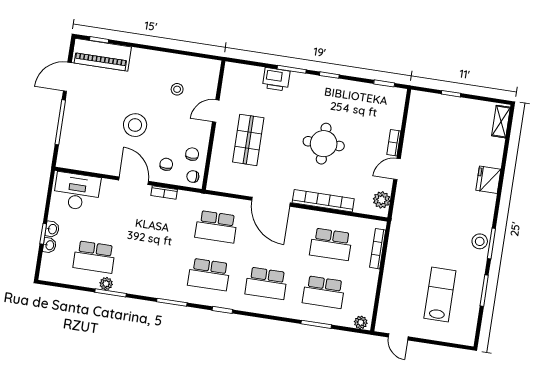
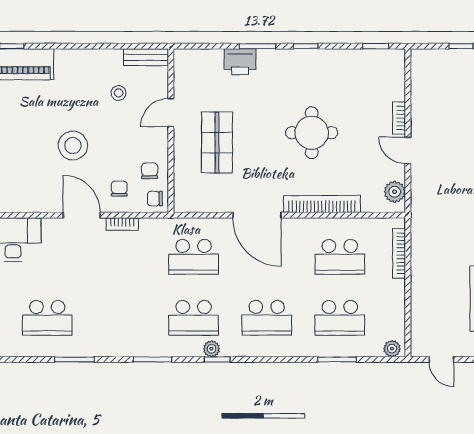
bench: (203, 65) -> (146, 57), added
door: (397, 169) -> (408, 150), hinge flipped
plant: (106, 284) -> (211, 349), moved

